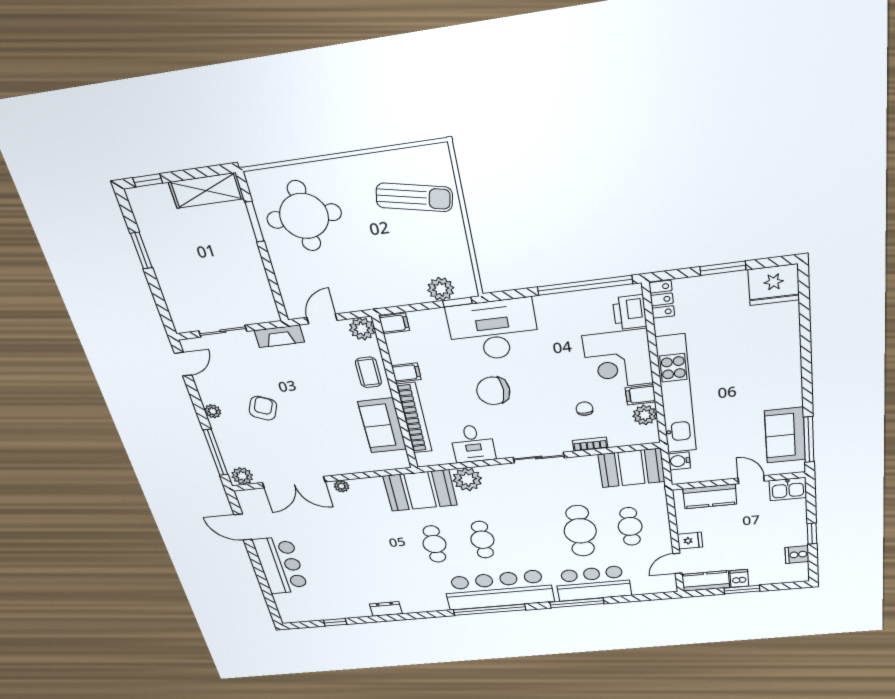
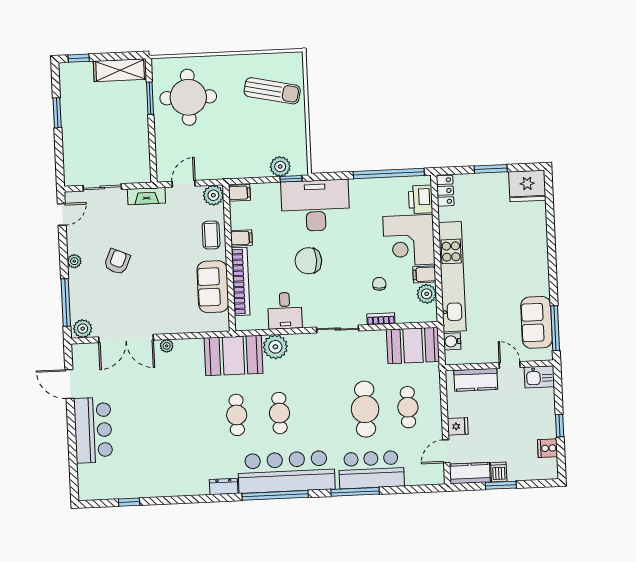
dresser: (386, 609) -> (224, 486), moved

